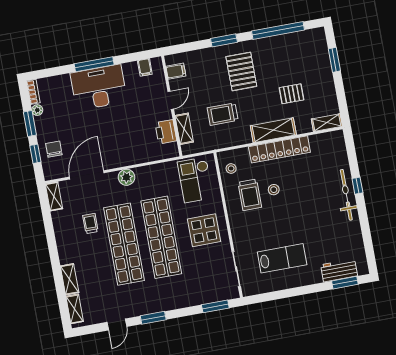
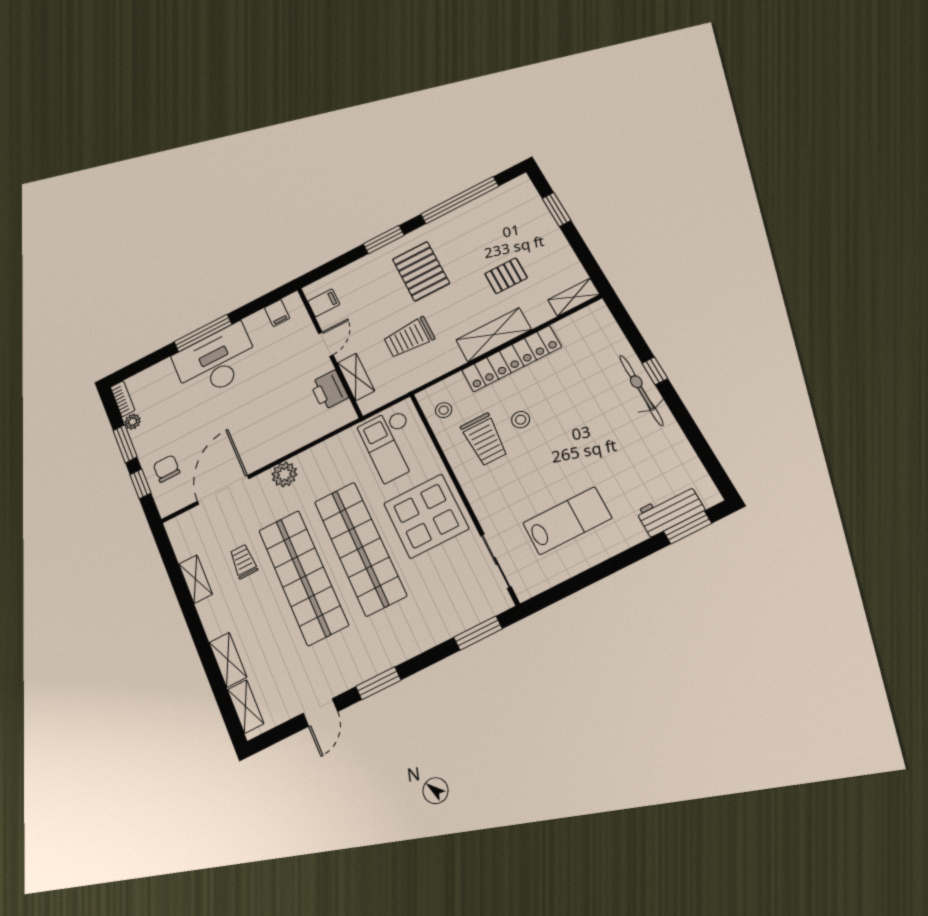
shelving: (54, 196) -> (196, 579), moved
display table: (204, 230) -> (426, 516), width x1.36, depth x1.36

